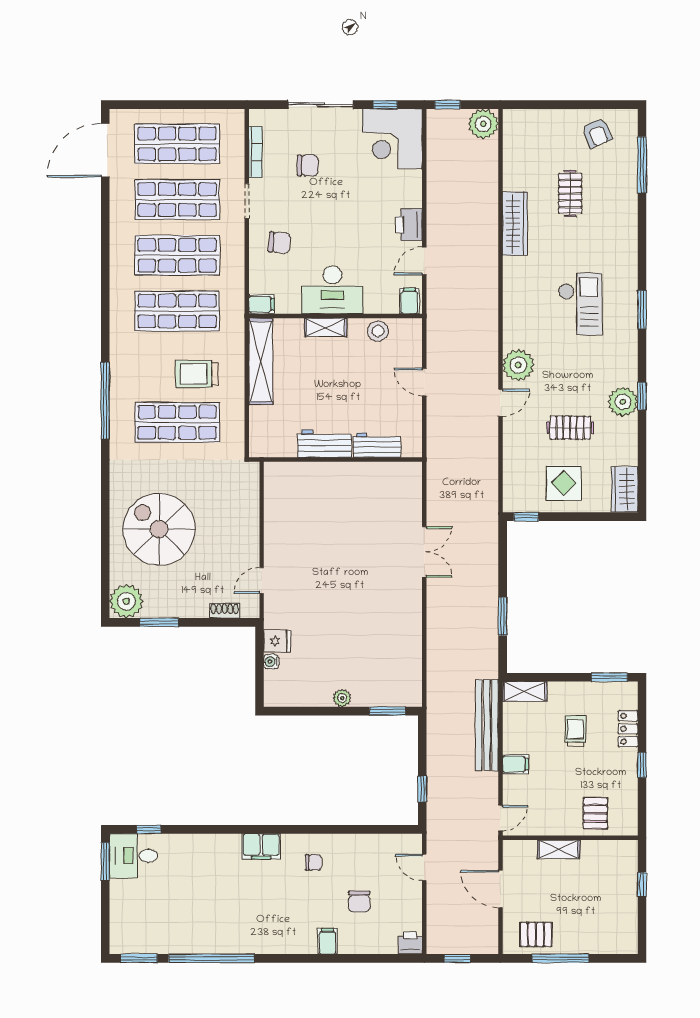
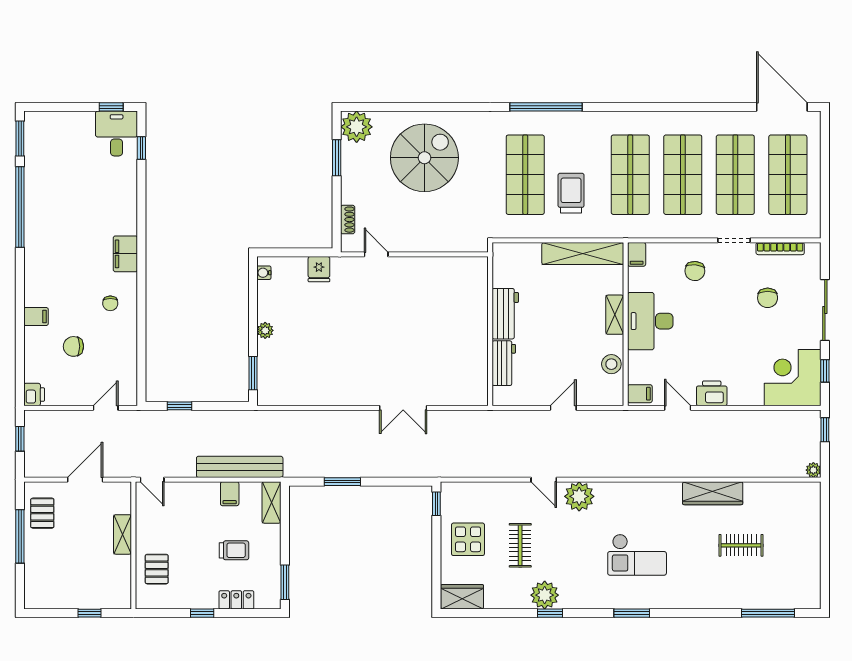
plant: (483, 124) -> (813, 470), width x0.53, depth x0.53
armchair: (597, 133) -> (798, 571), removed
water cooler: (271, 662) -> (264, 273), moved, turned -90
filing cabinet: (515, 764) -> (230, 494), moved
pallet: (595, 813) -> (157, 569), turned 90
window: (105, 861) -> (111, 107), width x0.67

